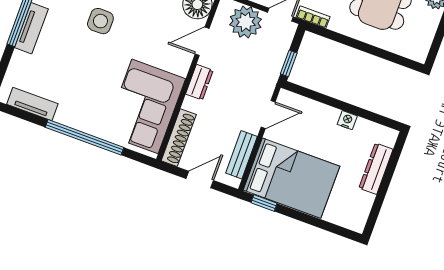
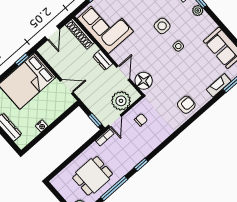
window: (289, 63) -> (95, 120), moved
door: (268, 115) -> (67, 87), swing flipped
bench: (241, 155) -> (53, 62), removed

